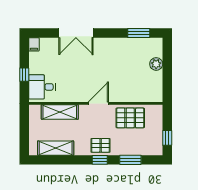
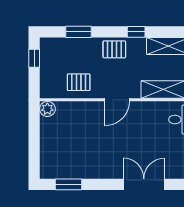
plant: (156, 64) -> (47, 109), moved
pallet: (130, 118) -> (79, 82), width x0.67, depth x0.71
window: (100, 160) -> (136, 32), moved

